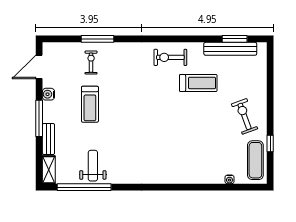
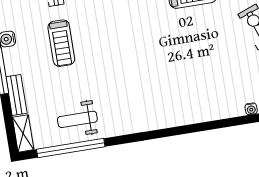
weight bench: (93, 166) -> (77, 119), turned -90

